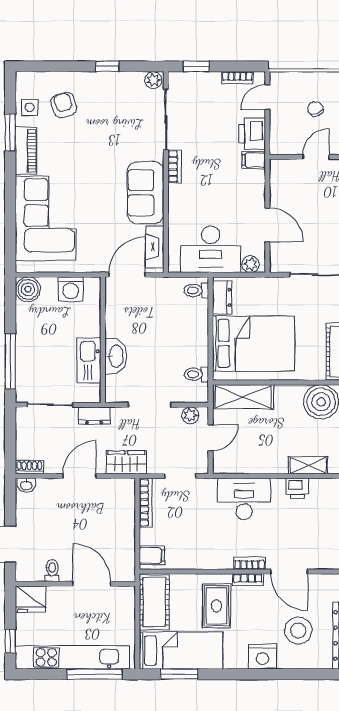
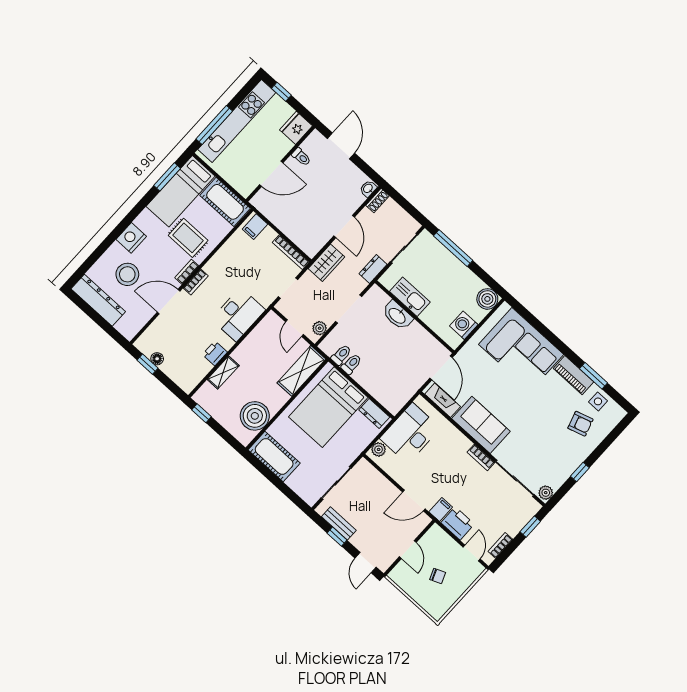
door: (267, 225) -> (414, 501), moved
toilet: (196, 290) -> (351, 364), moved

